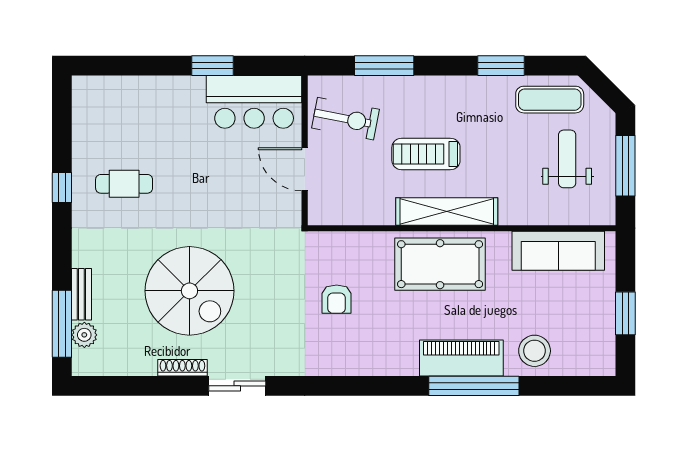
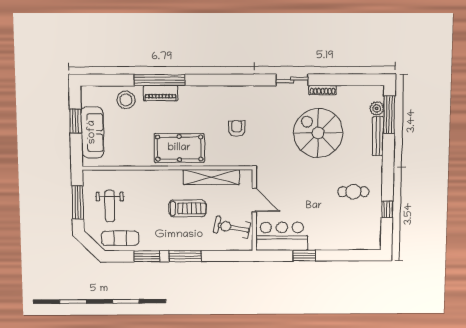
window: (384, 66) -> (185, 256), moved
window: (62, 188) -> (387, 209), moved
shelving: (447, 211) -> (211, 177), moved
sofa: (558, 251) -> (92, 132), moved, turned 90
bench: (81, 294) -> (378, 136), width x1.36
piano: (461, 358) -> (161, 93), width x0.73, depth x0.75

